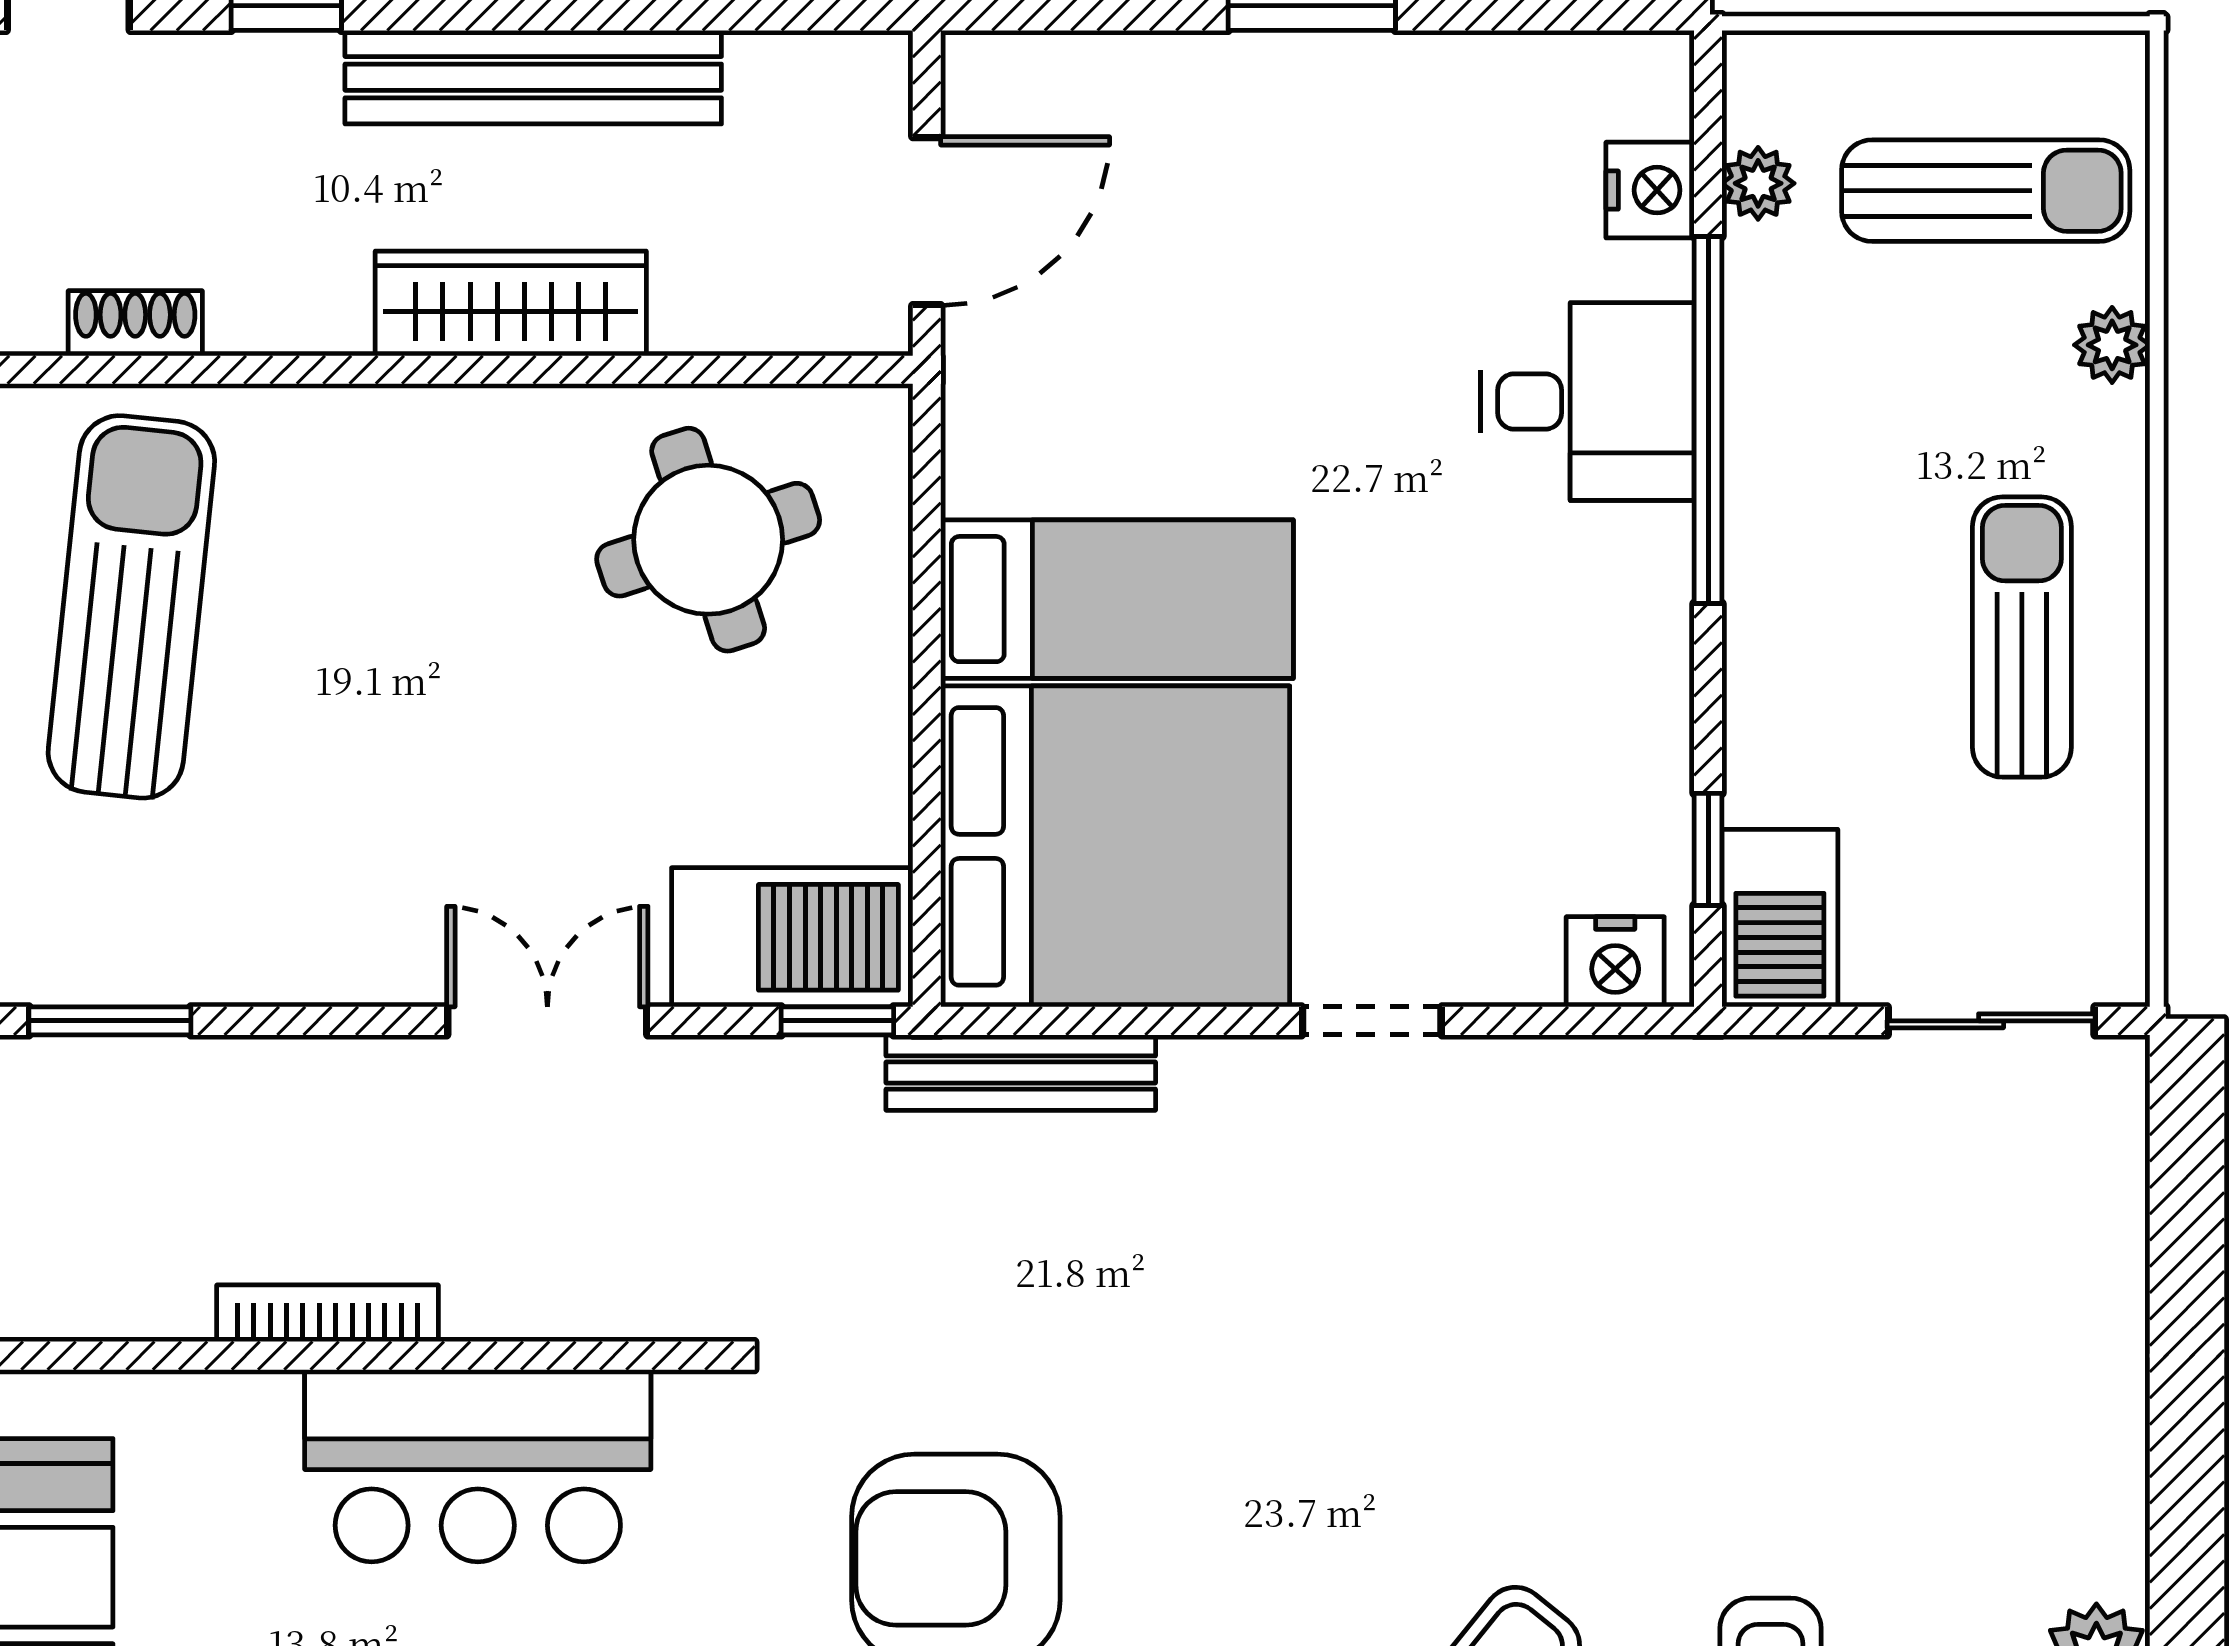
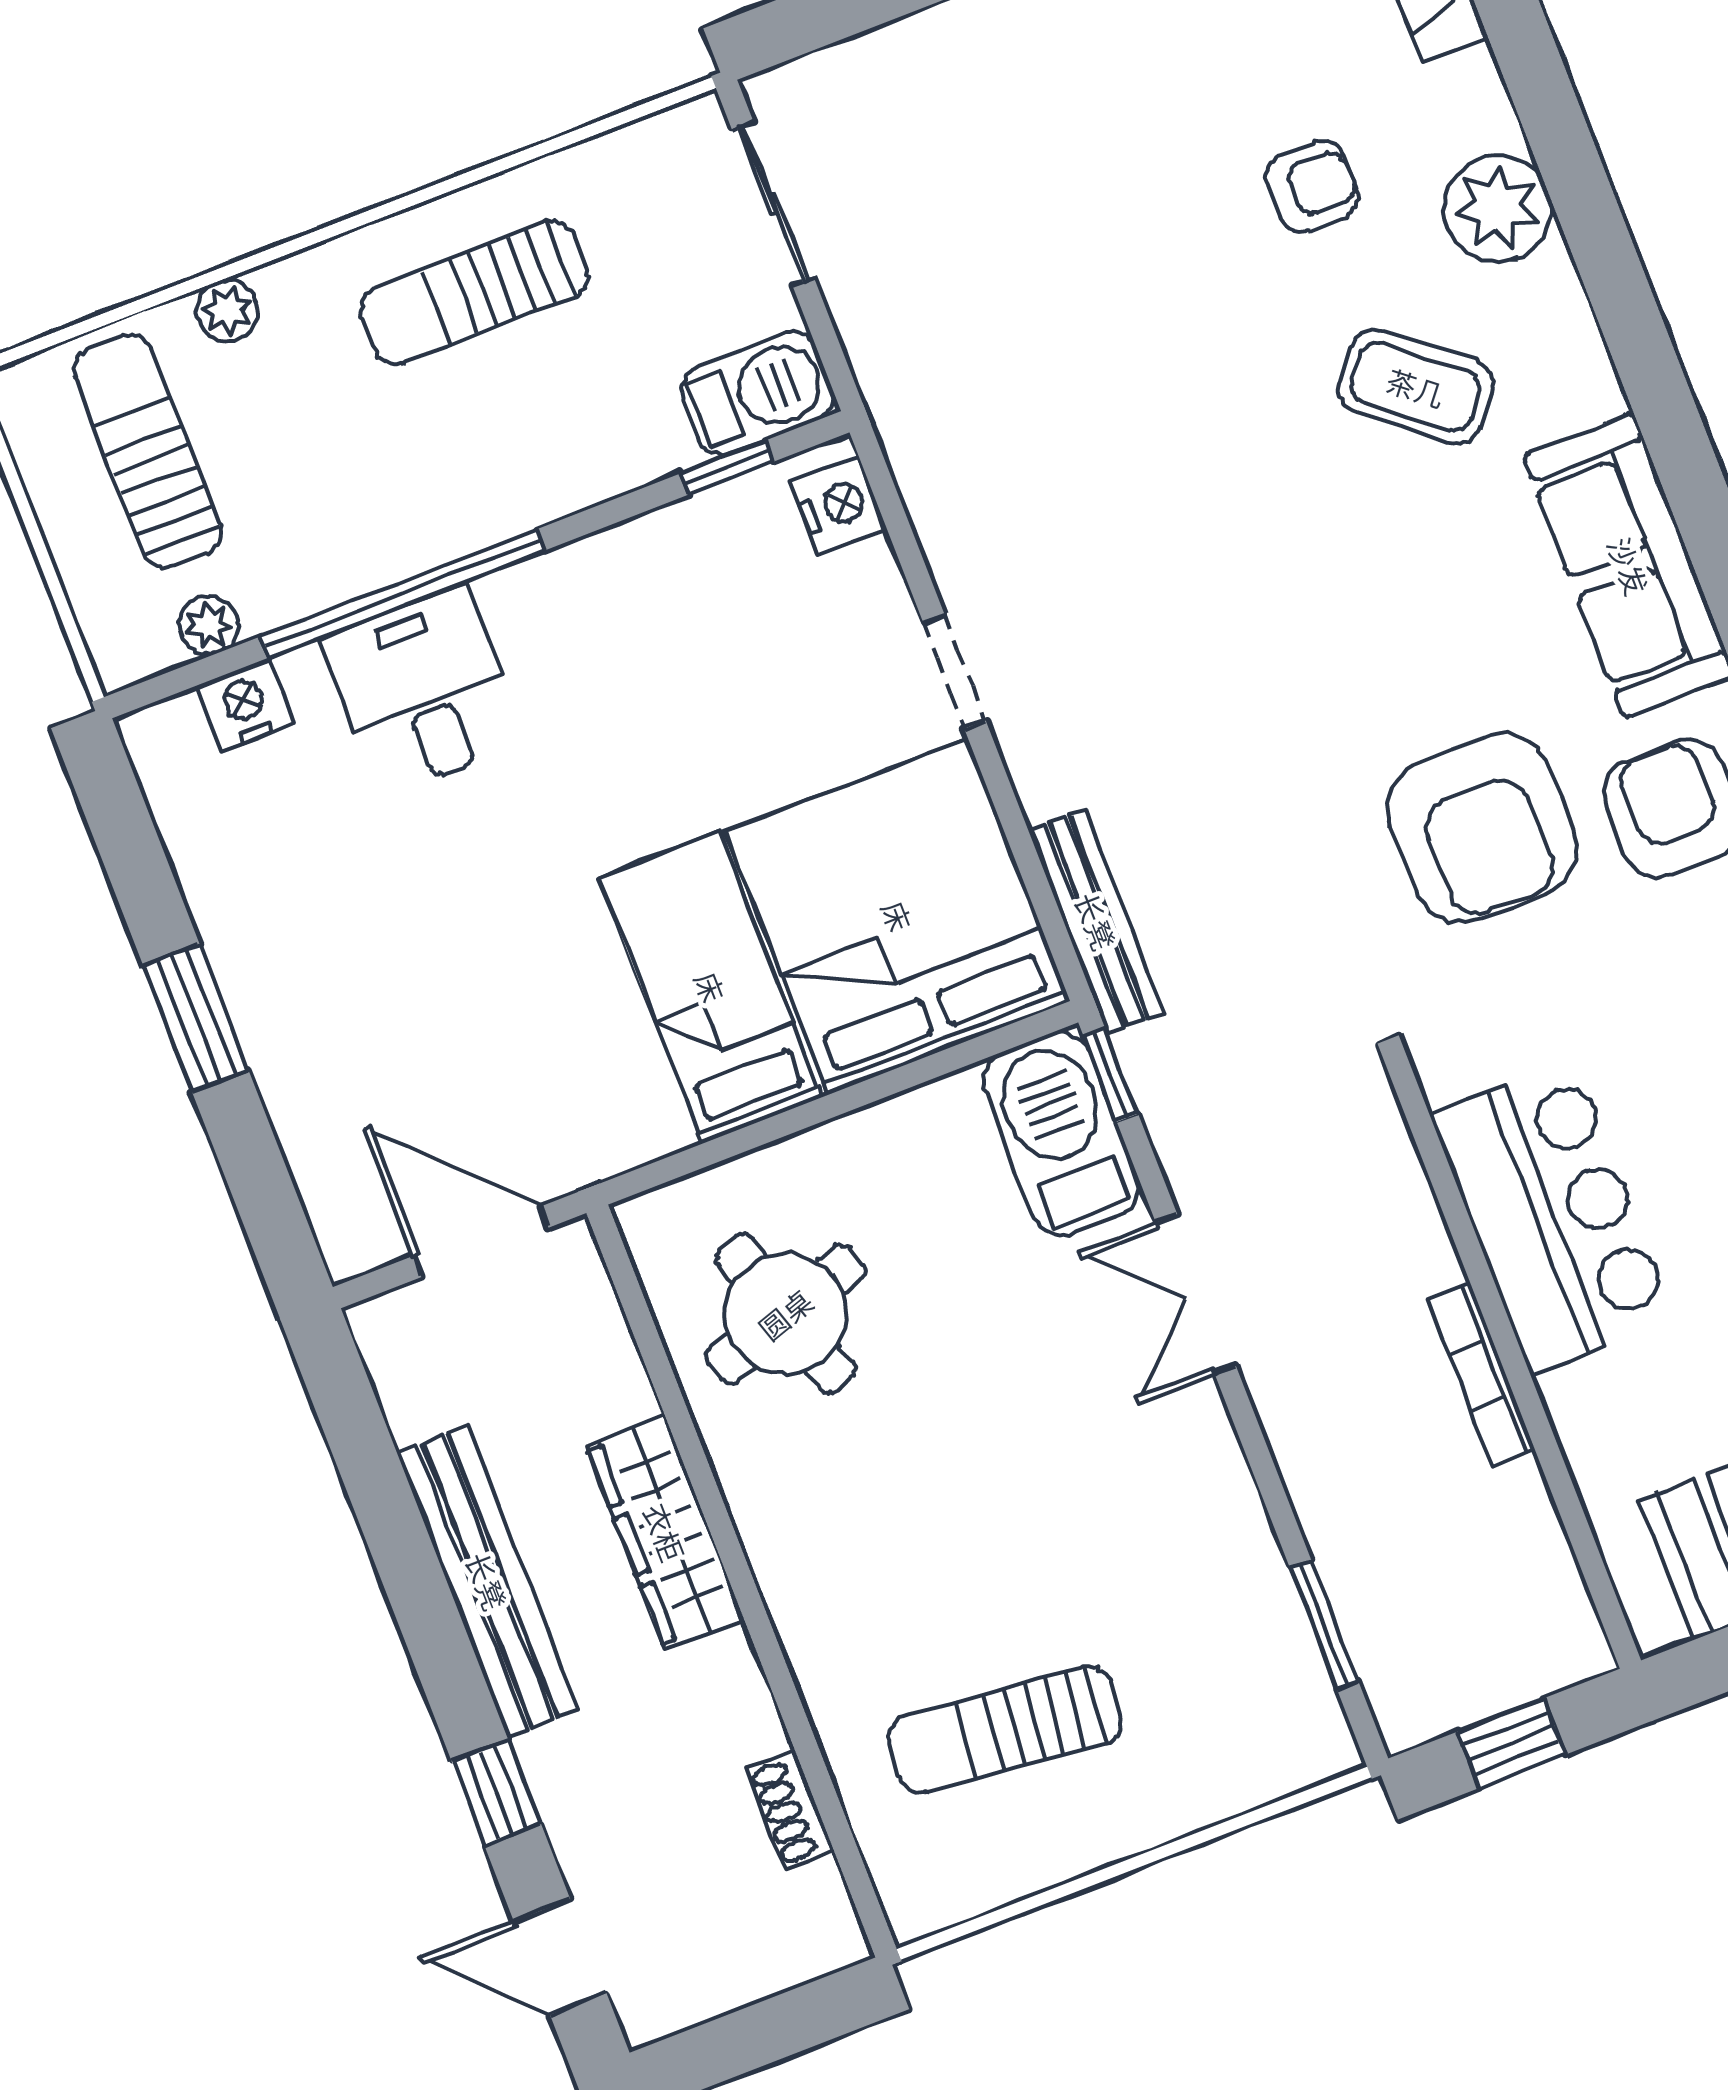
sun lounger: (131, 607) -> (1005, 1730), width x0.73, depth x0.75

